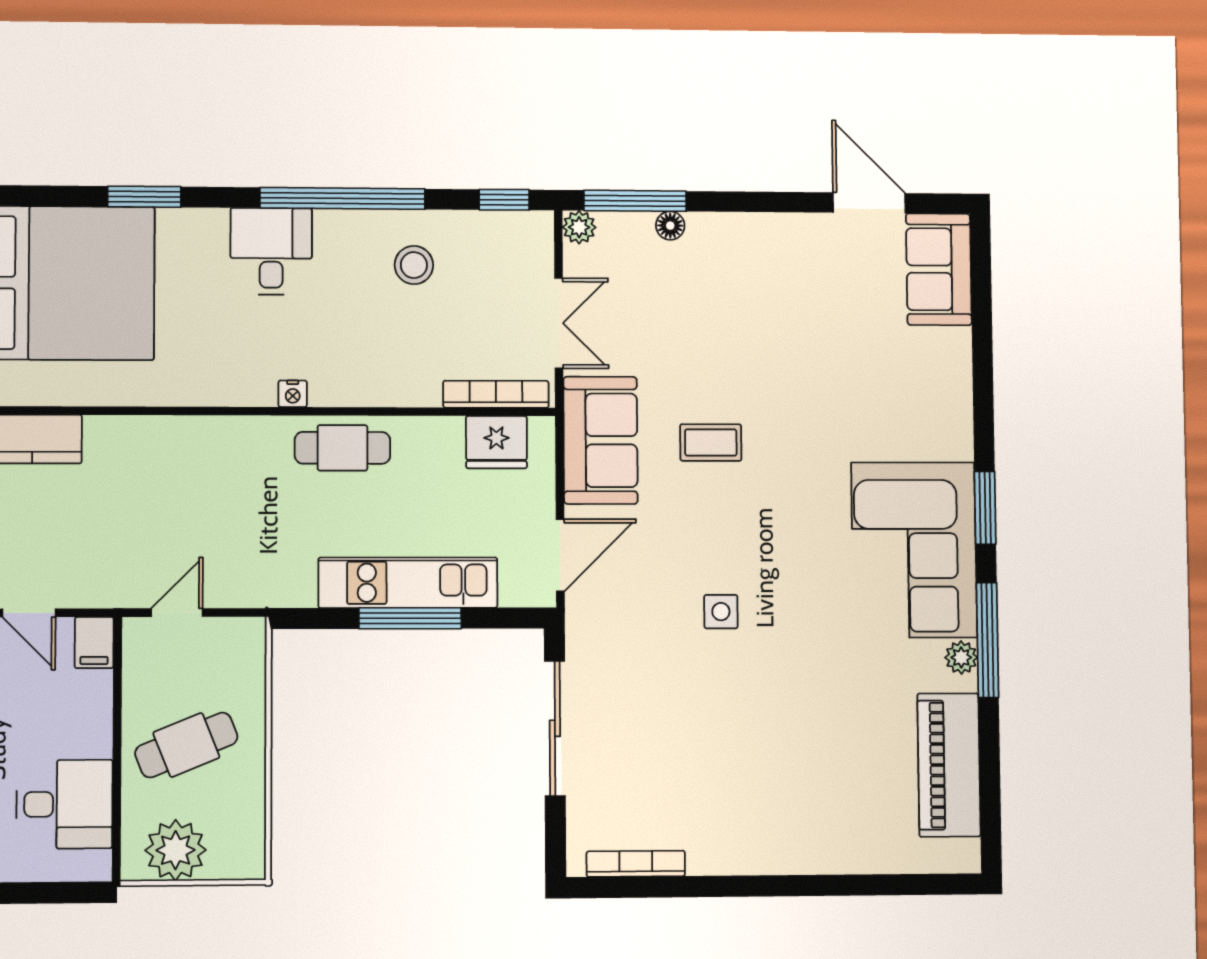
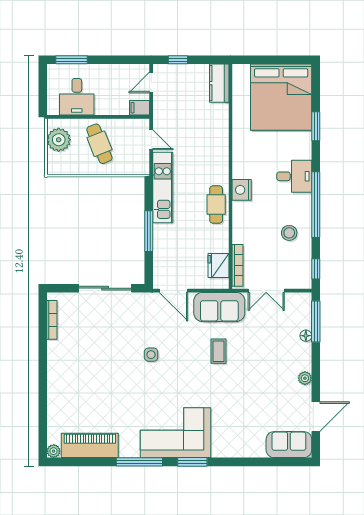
plant: (579, 227) -> (305, 378), moved
nightstand: (293, 394) -> (242, 190), width x1.89, depth x1.79
kitchen unit: (408, 583) -> (163, 187), moved
plant: (961, 657) -> (54, 451), moved

